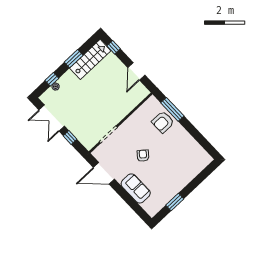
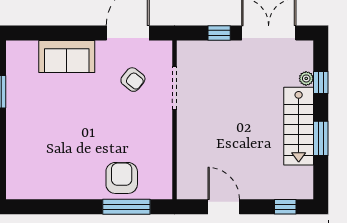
stairs: (90, 59) -> (299, 126), moved
armchair: (143, 156) -> (133, 80), moved

